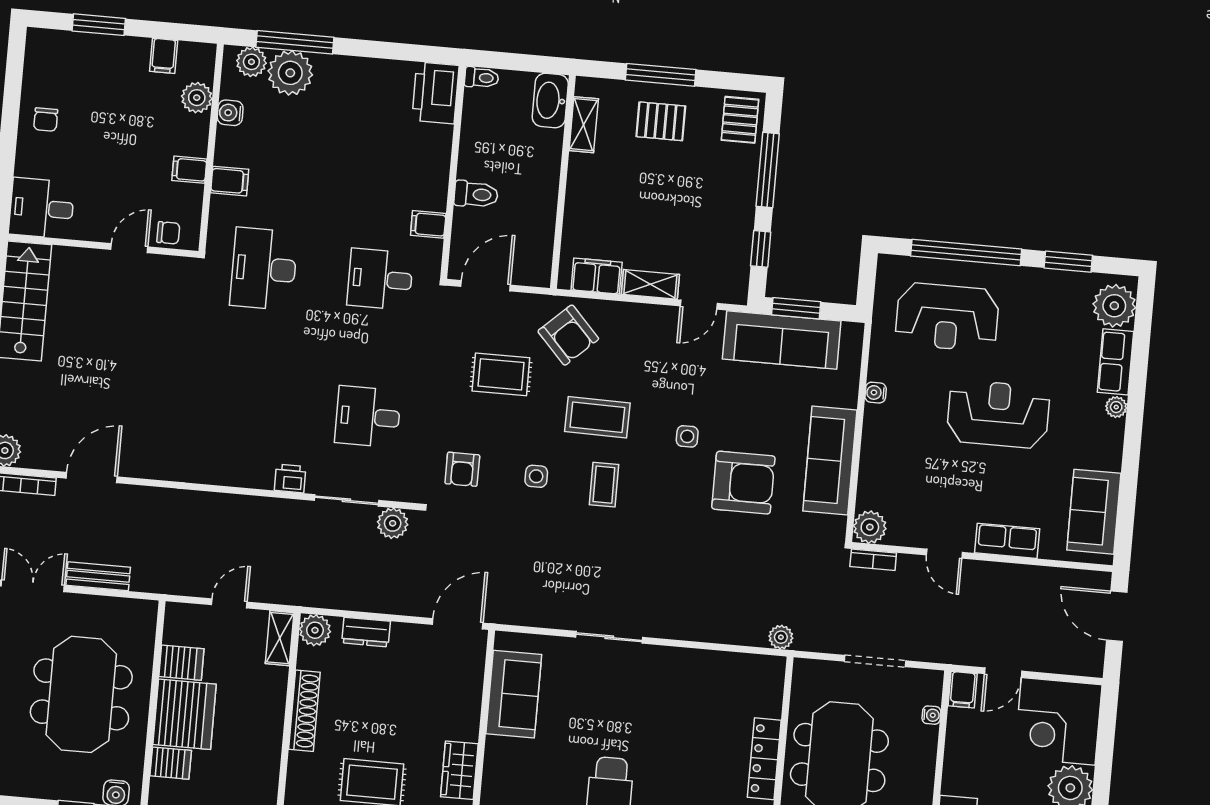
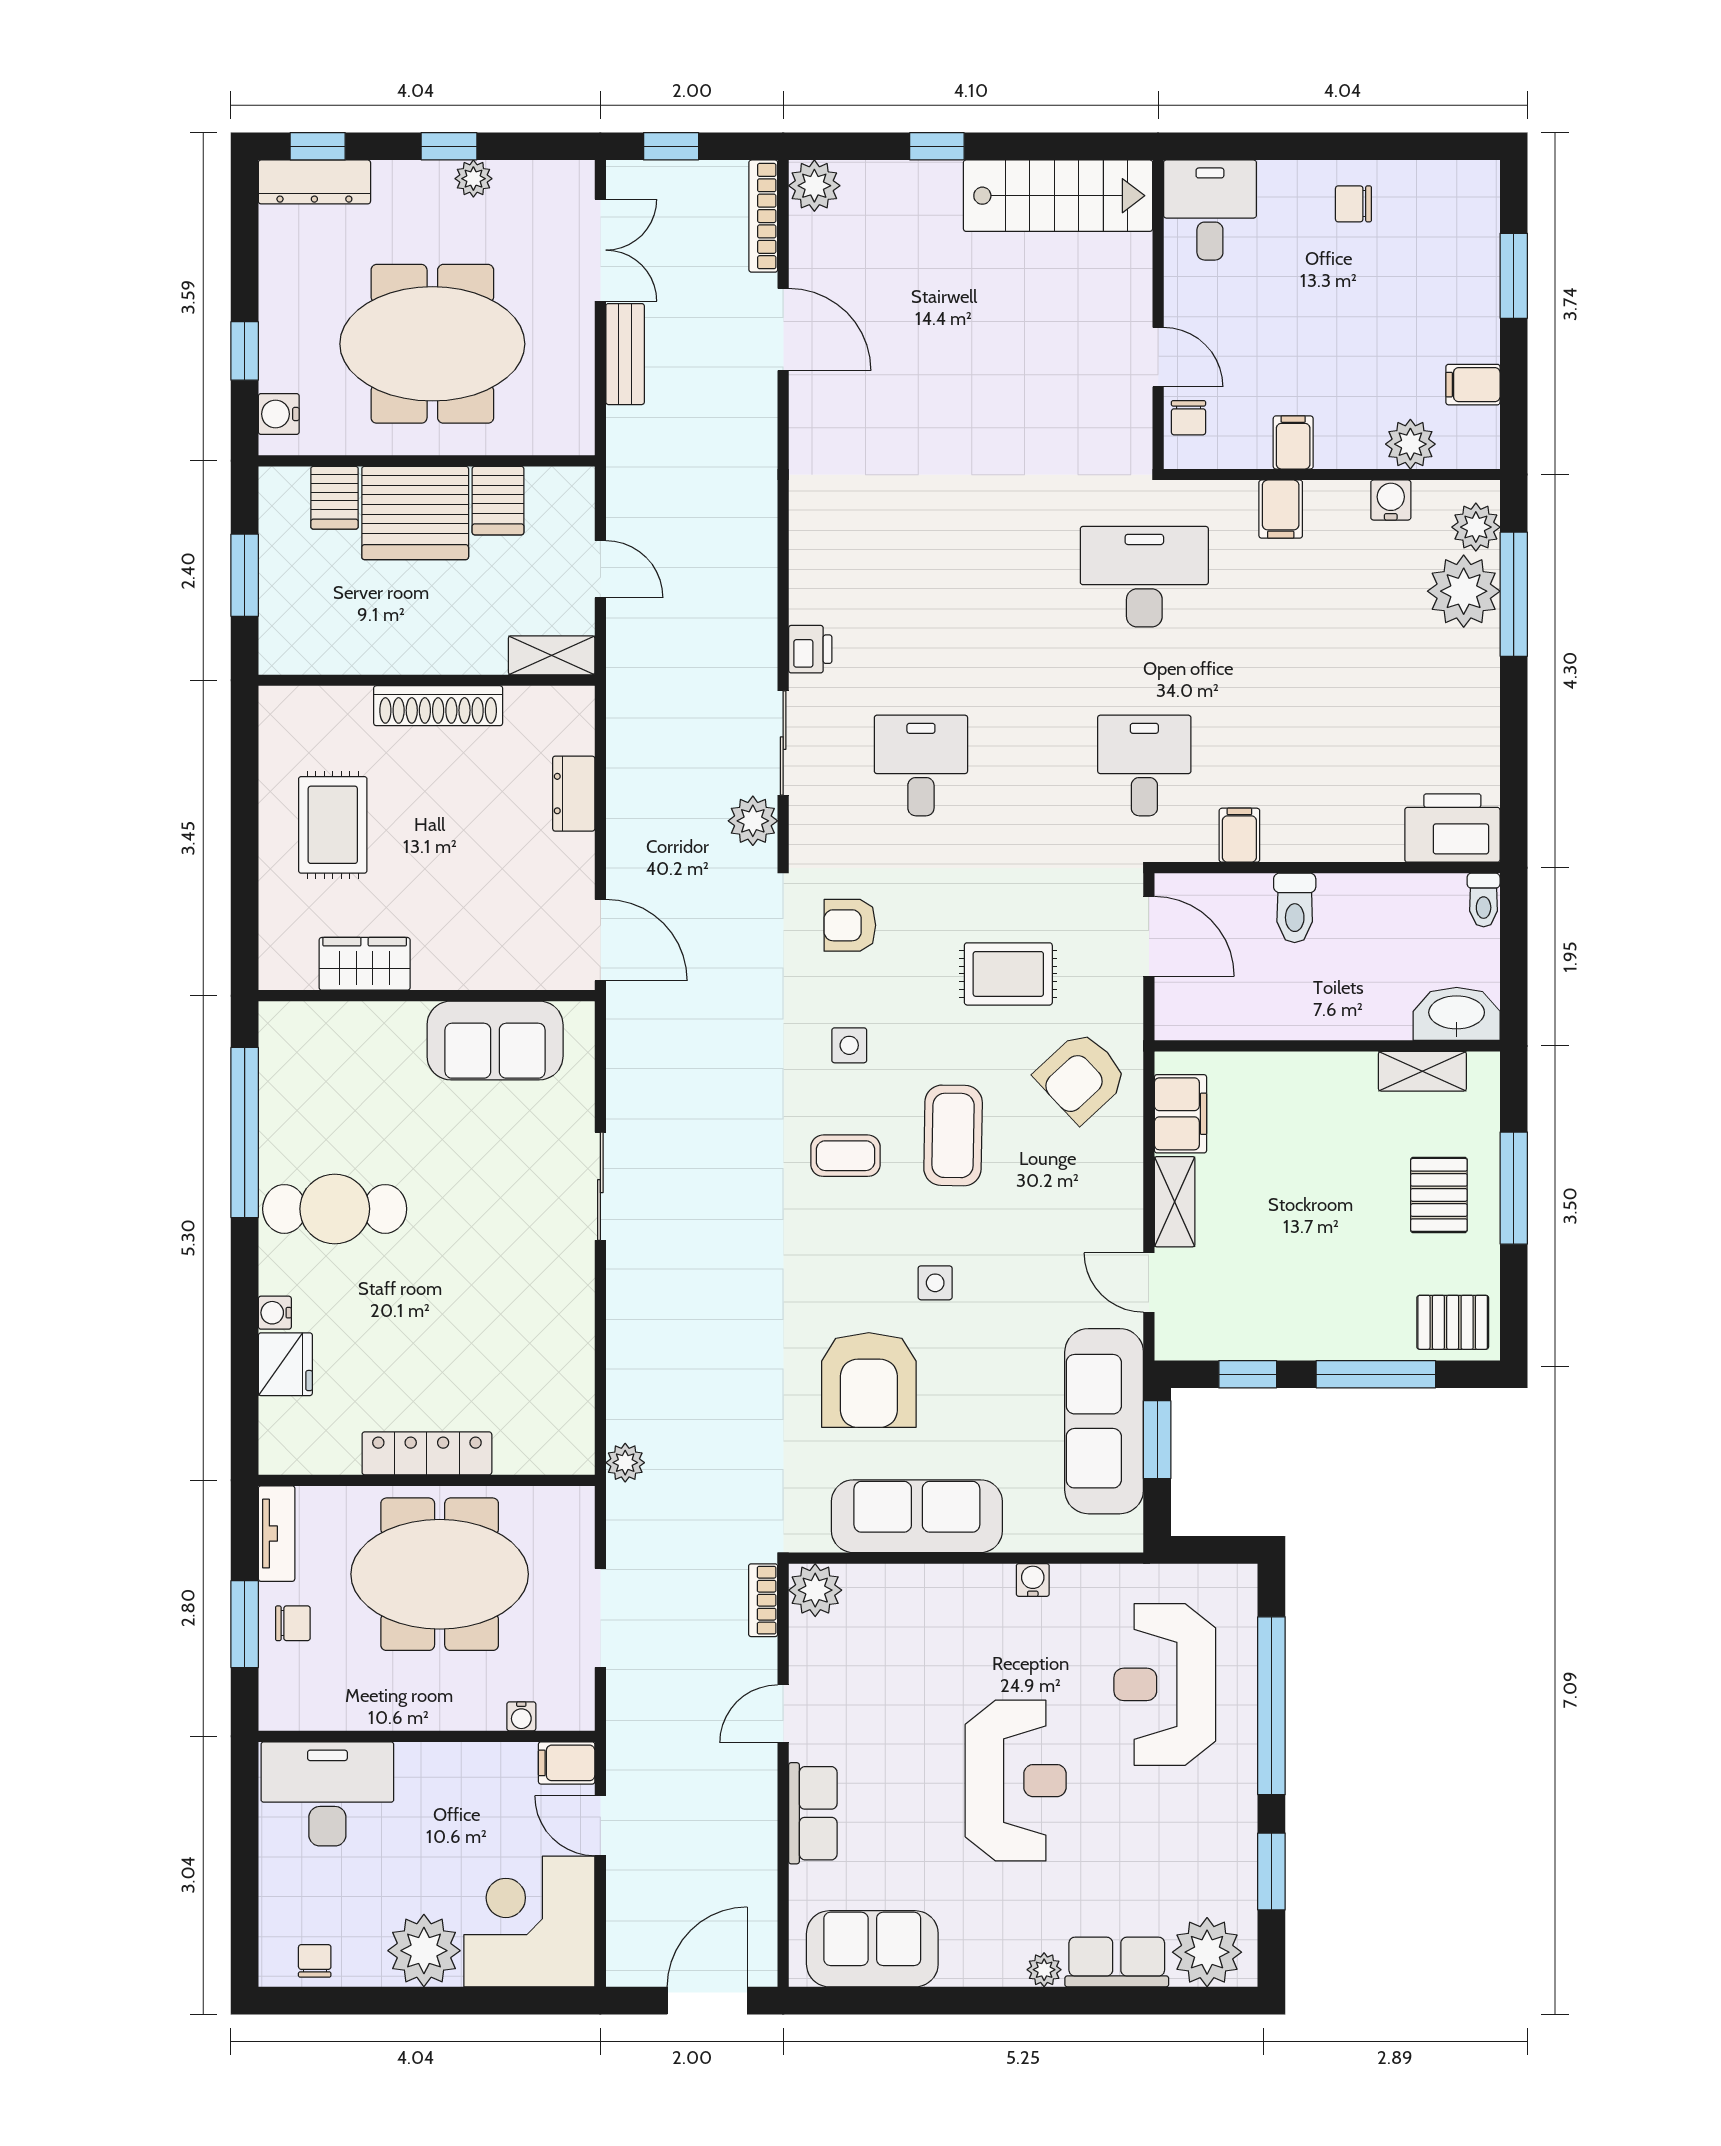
rug: (501, 374) -> (1008, 974), turned 90
plant: (315, 630) -> (569, 711), removed

